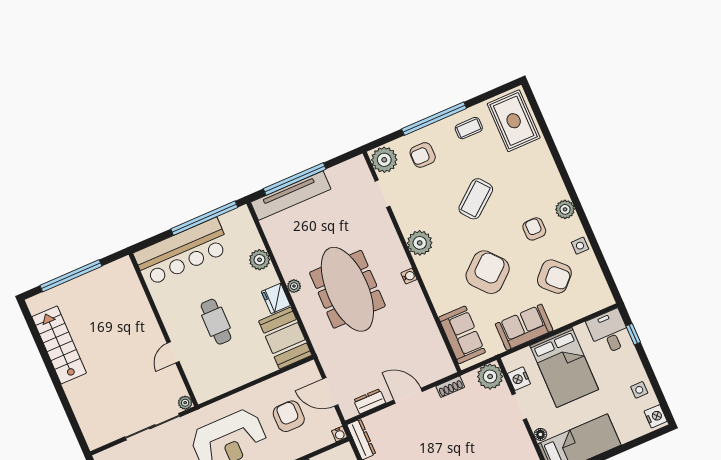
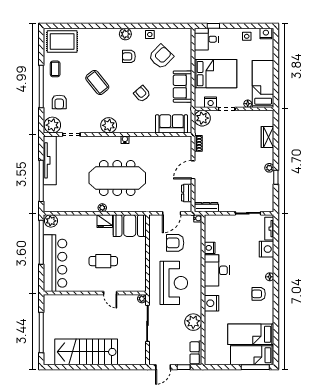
tv unit: (291, 196) -> (50, 160), moved
plant: (260, 260) -> (51, 221), moved
armchair: (488, 272) -> (142, 94), width x0.53, depth x0.53
stairs: (59, 345) -> (86, 352), width x1.36, depth x1.51

